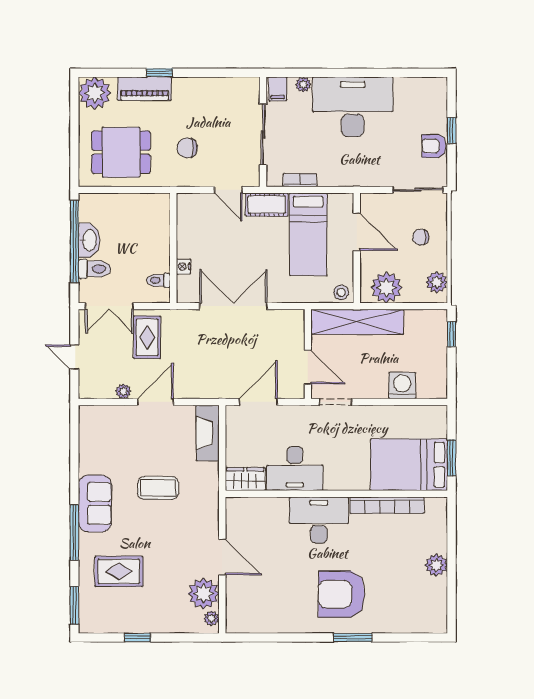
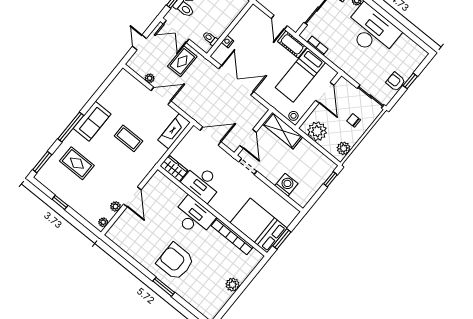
shelving: (357, 322) -> (283, 131), width x0.68
plant: (204, 593) -> (115, 206), width x0.53, depth x0.53

